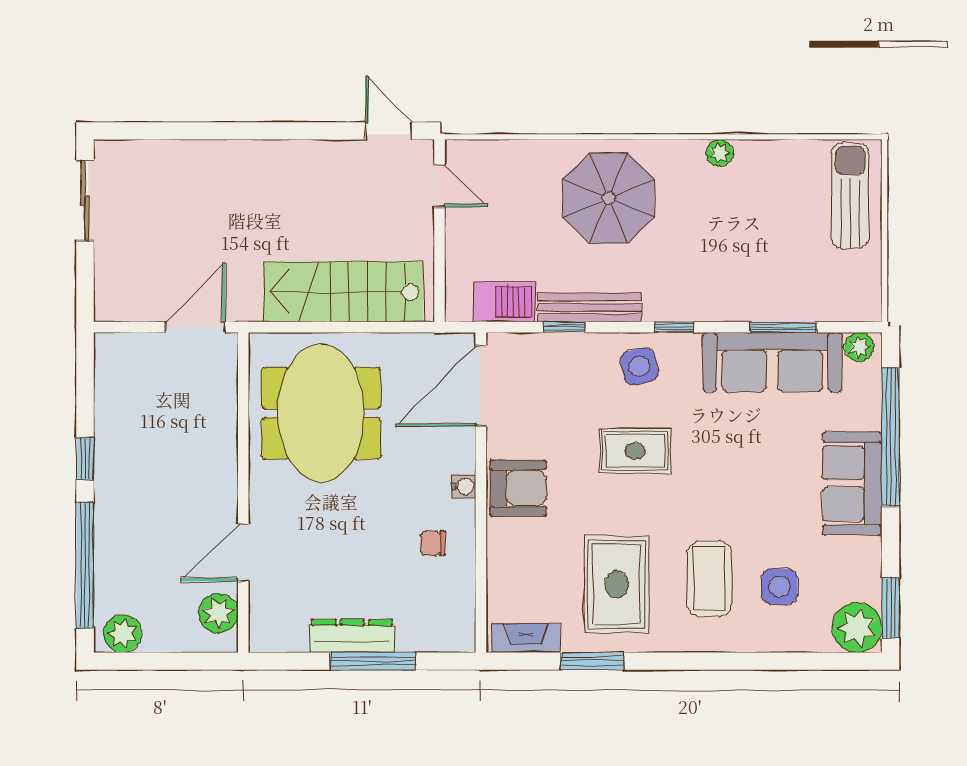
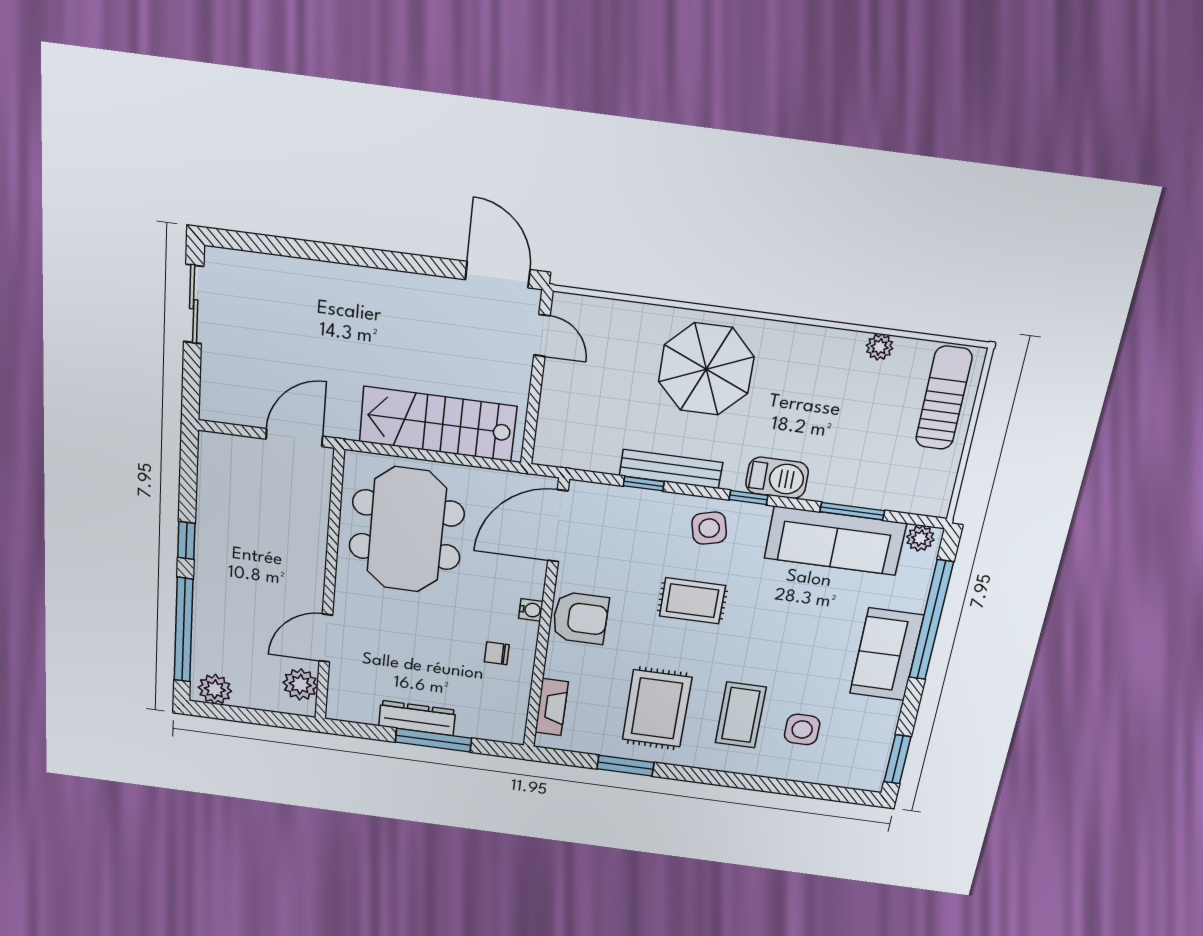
door: (389, 131) -> (498, 275), width x1.38
plant: (720, 153) -> (880, 347), moved
barbecue: (504, 302) -> (777, 478), moved
plant: (857, 627) -> (864, 771), removed
fireplace: (526, 638) -> (552, 707), moved, turned 90

